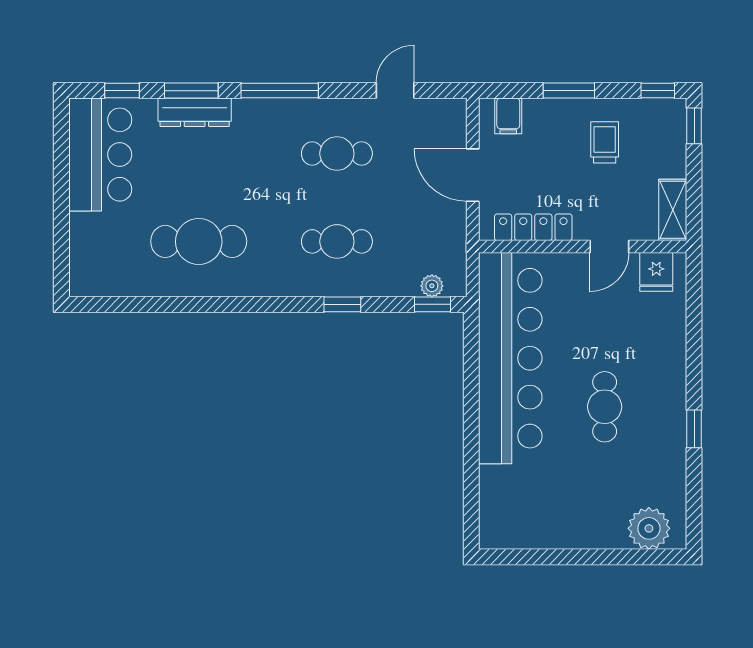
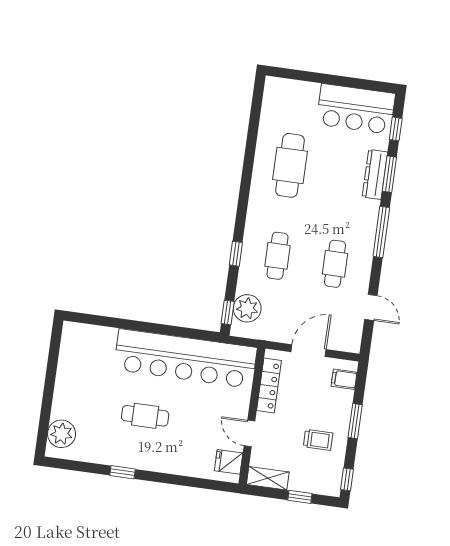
window: (694, 126) -> (300, 497), moved
plant: (432, 286) -> (247, 308), width x1.88, depth x1.88

